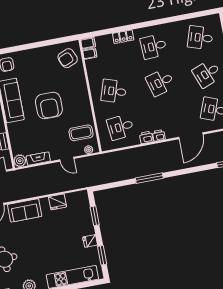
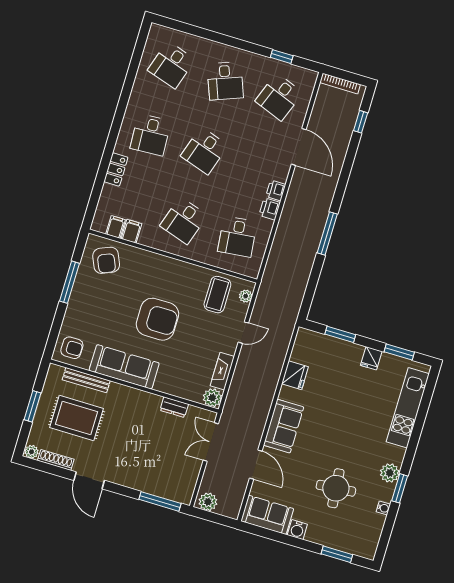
filing cabinet: (88, 43) -> (131, 231), moved
window: (44, 44) -> (70, 282), added
desk: (160, 82) -> (204, 151), turned 33

